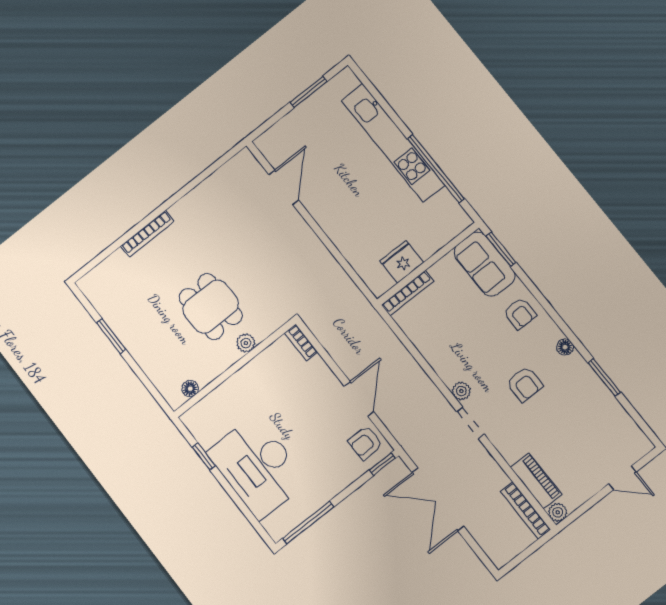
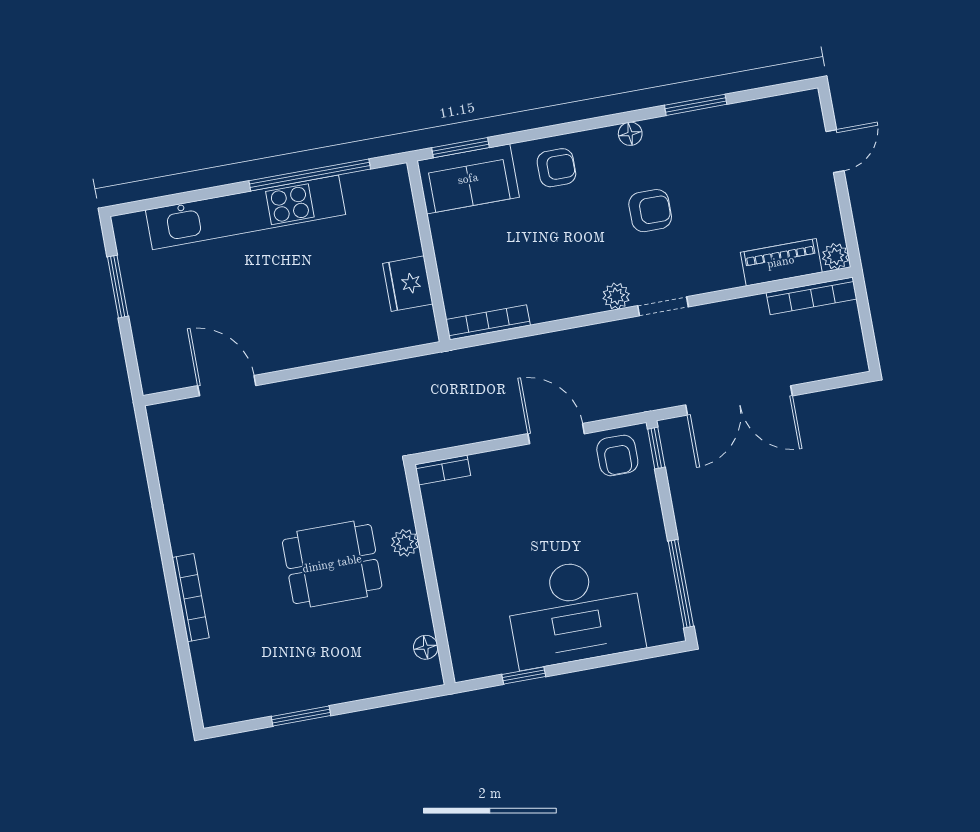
bookcase: (408, 293) -> (488, 322), moved, turned -90

